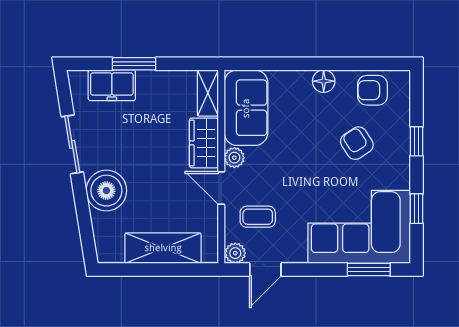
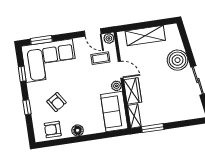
window: (134, 64) -> (153, 128), moved
freezer: (112, 85) -> (183, 113), removed
armchair: (372, 90) -> (53, 129), turned 180
door: (265, 270) -> (93, 32), swing flipped

